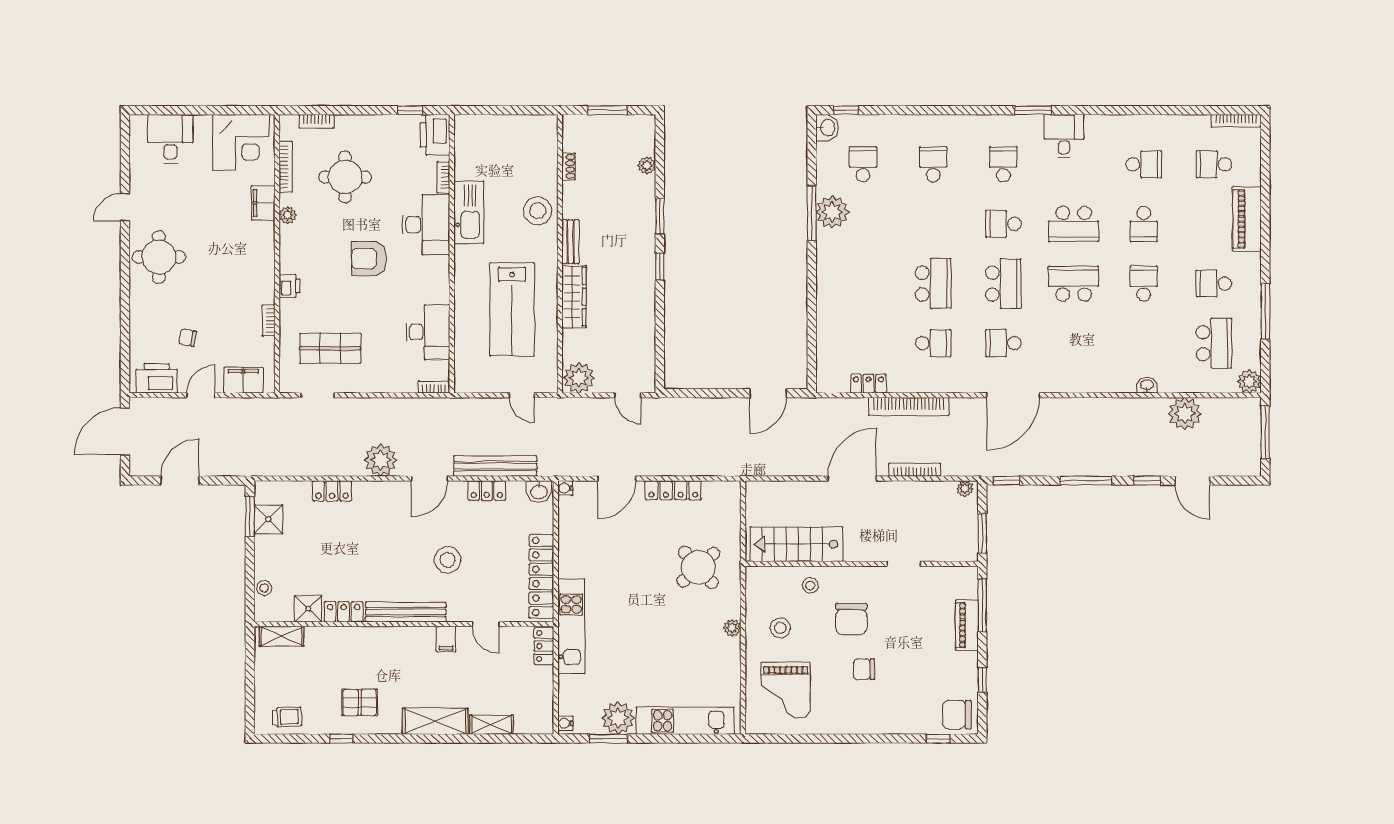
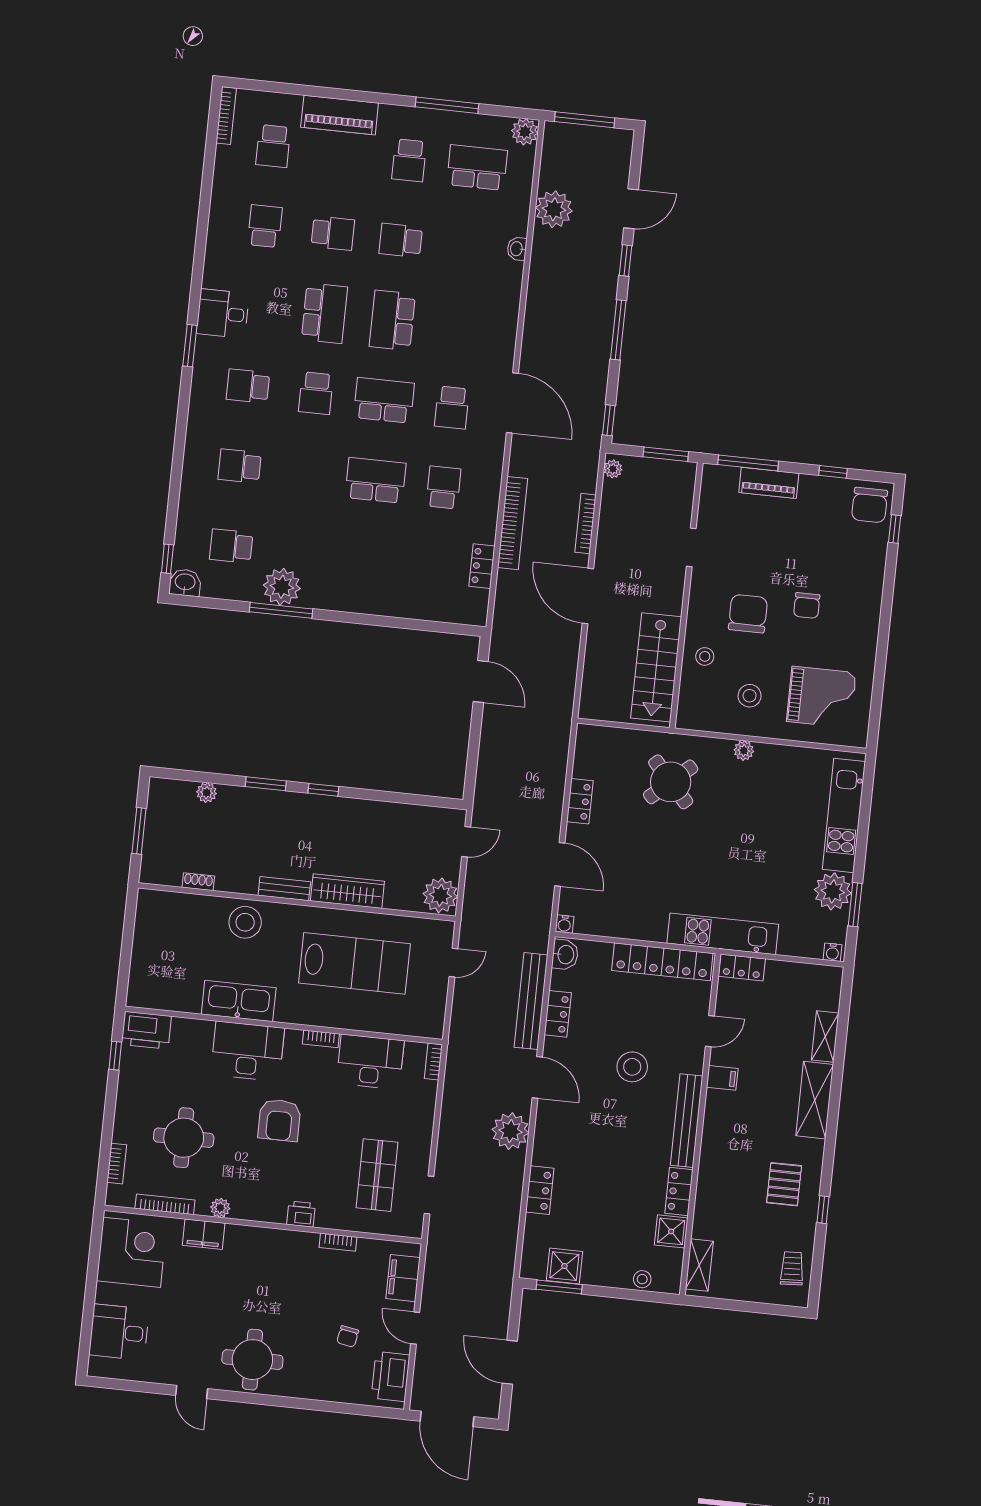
bookcase: (443, 177) -> (321, 1039), moved
locker: (673, 490) -> (580, 801), width x0.66
chair: (851, 619) -> (748, 614), turned -90

